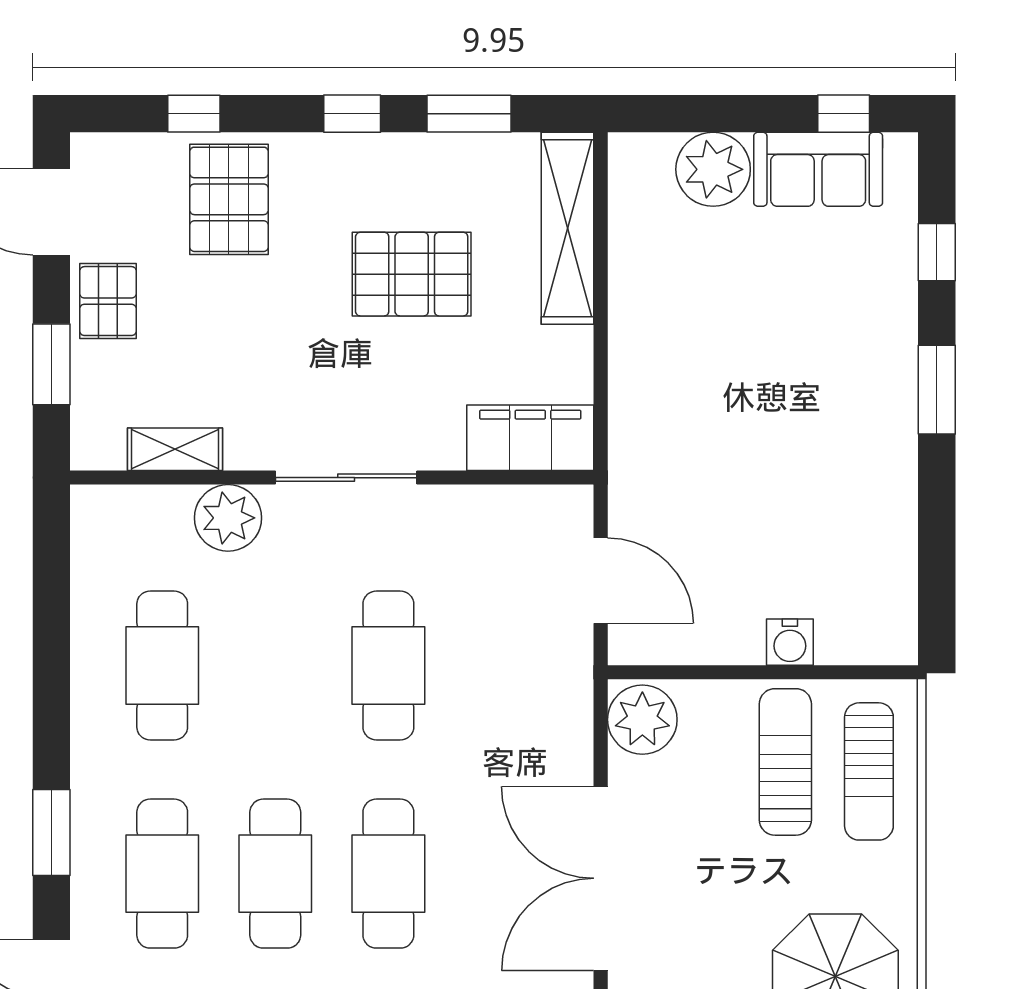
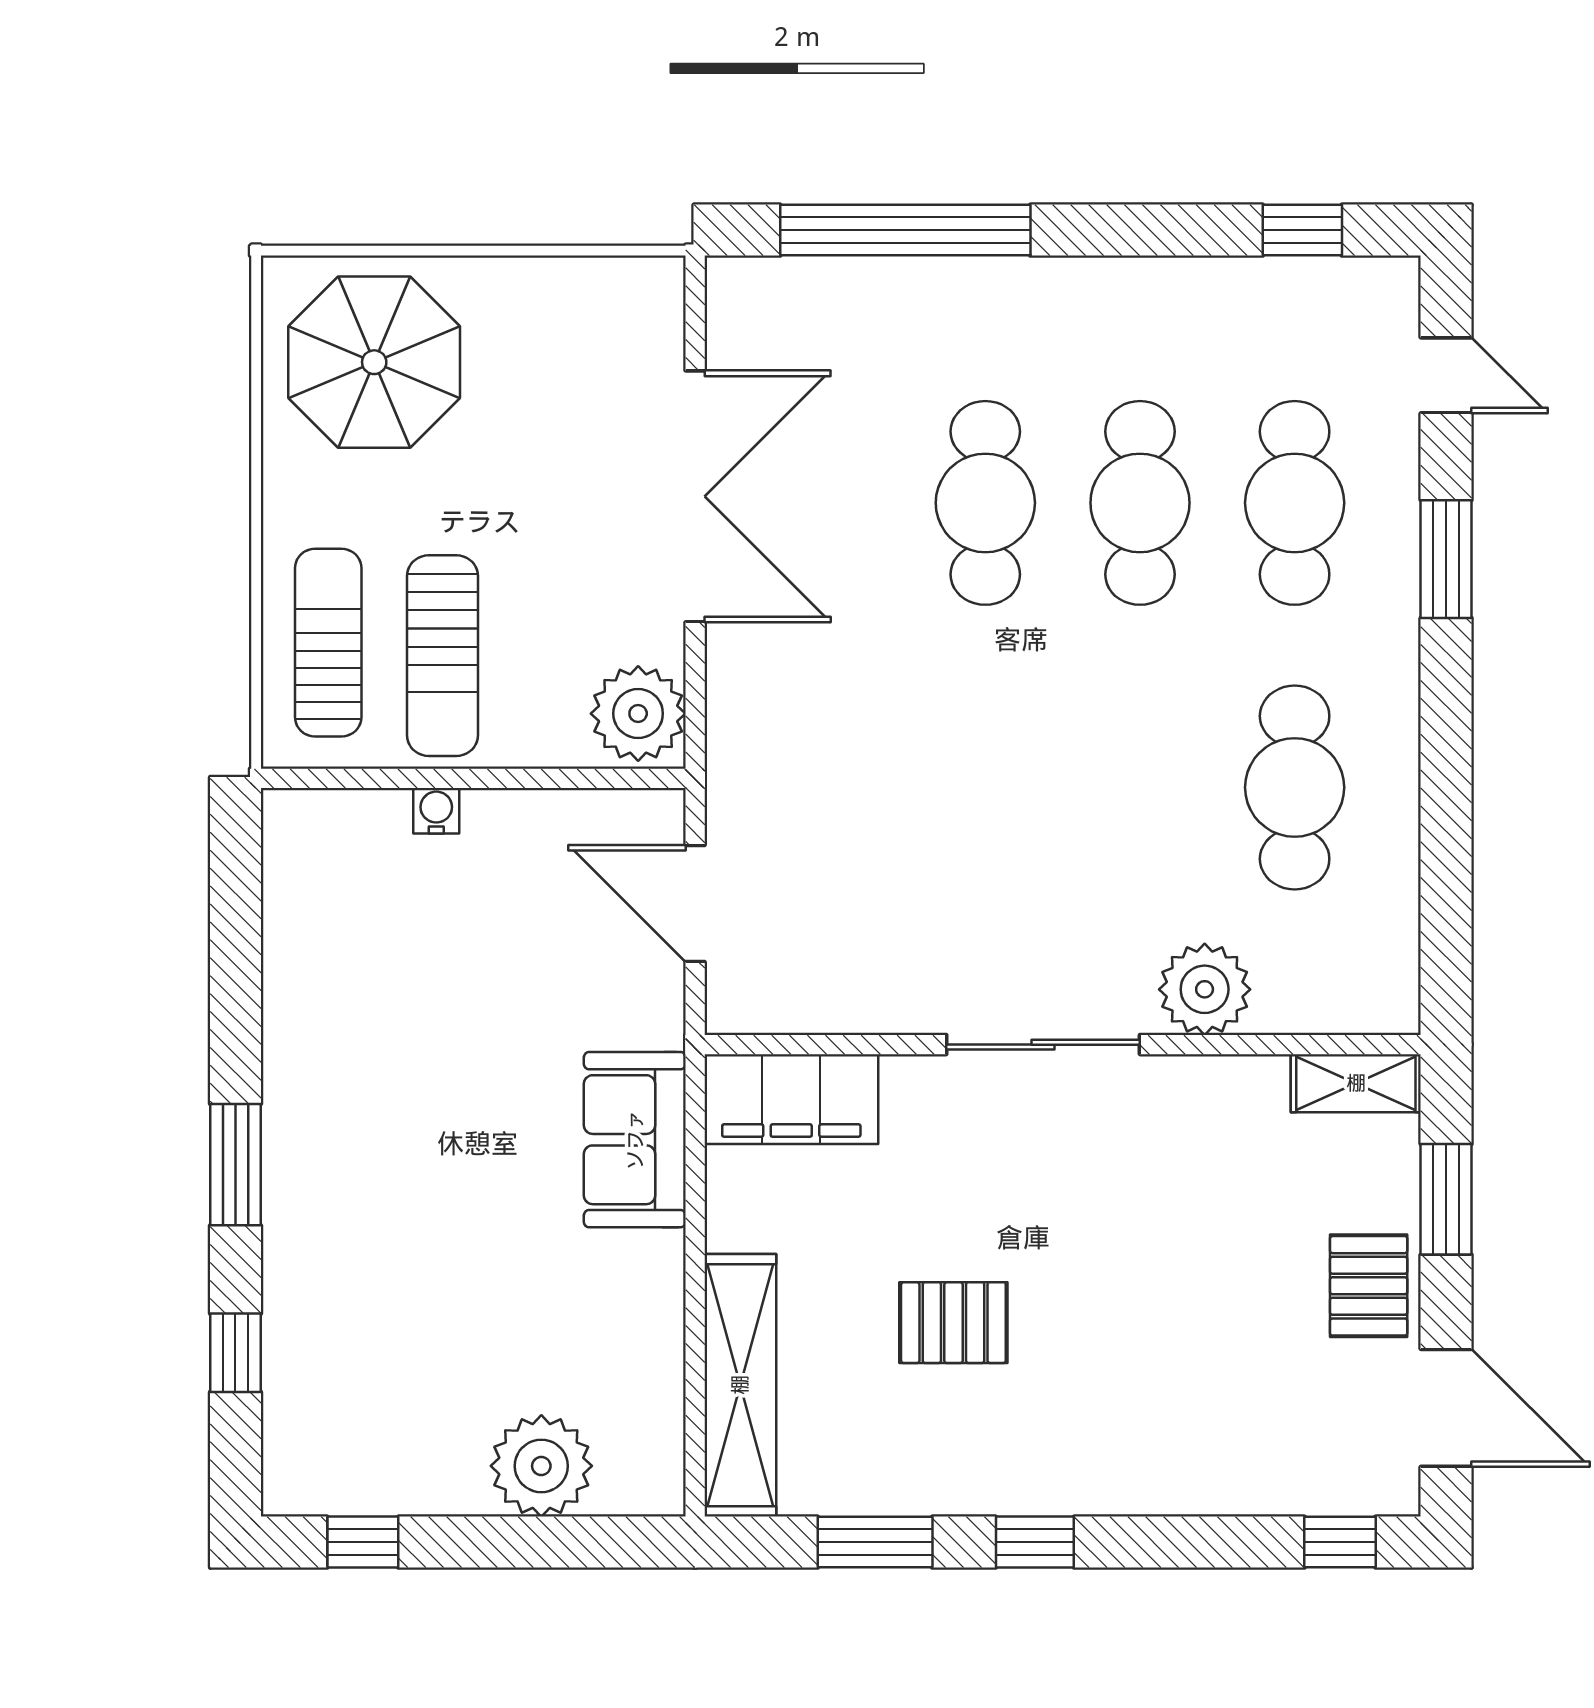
window: (194, 114) -> (1340, 1542), moved
sofa: (818, 169) -> (635, 1140), moved, turned -90
pallet: (229, 199) -> (1203, 1425), removed
pallet: (412, 274) -> (953, 1323), width x0.67, depth x0.71
shelving: (175, 449) -> (1356, 1083), moved
water cooler: (790, 642) -> (436, 811), width x0.72, depth x0.72
cafe table: (388, 666) -> (985, 787), removed

